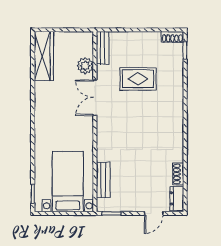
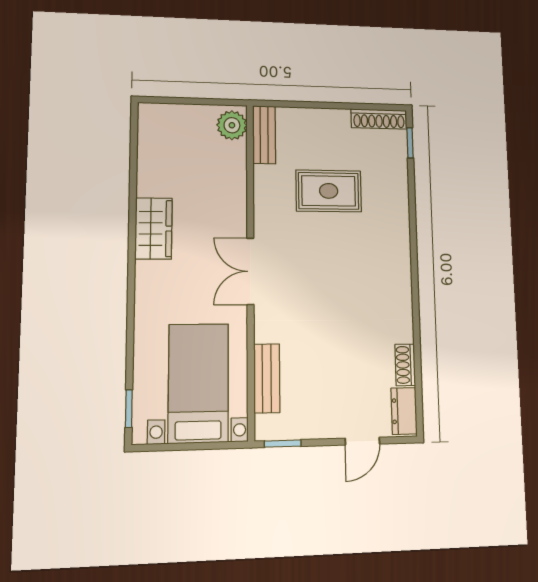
shoe rack: (172, 37) -> (379, 119), width x1.43
wardrobe: (44, 56) -> (154, 228), moved, width x0.67
plant: (85, 66) -> (232, 125), moved
double door: (95, 98) -> (250, 271), moved

